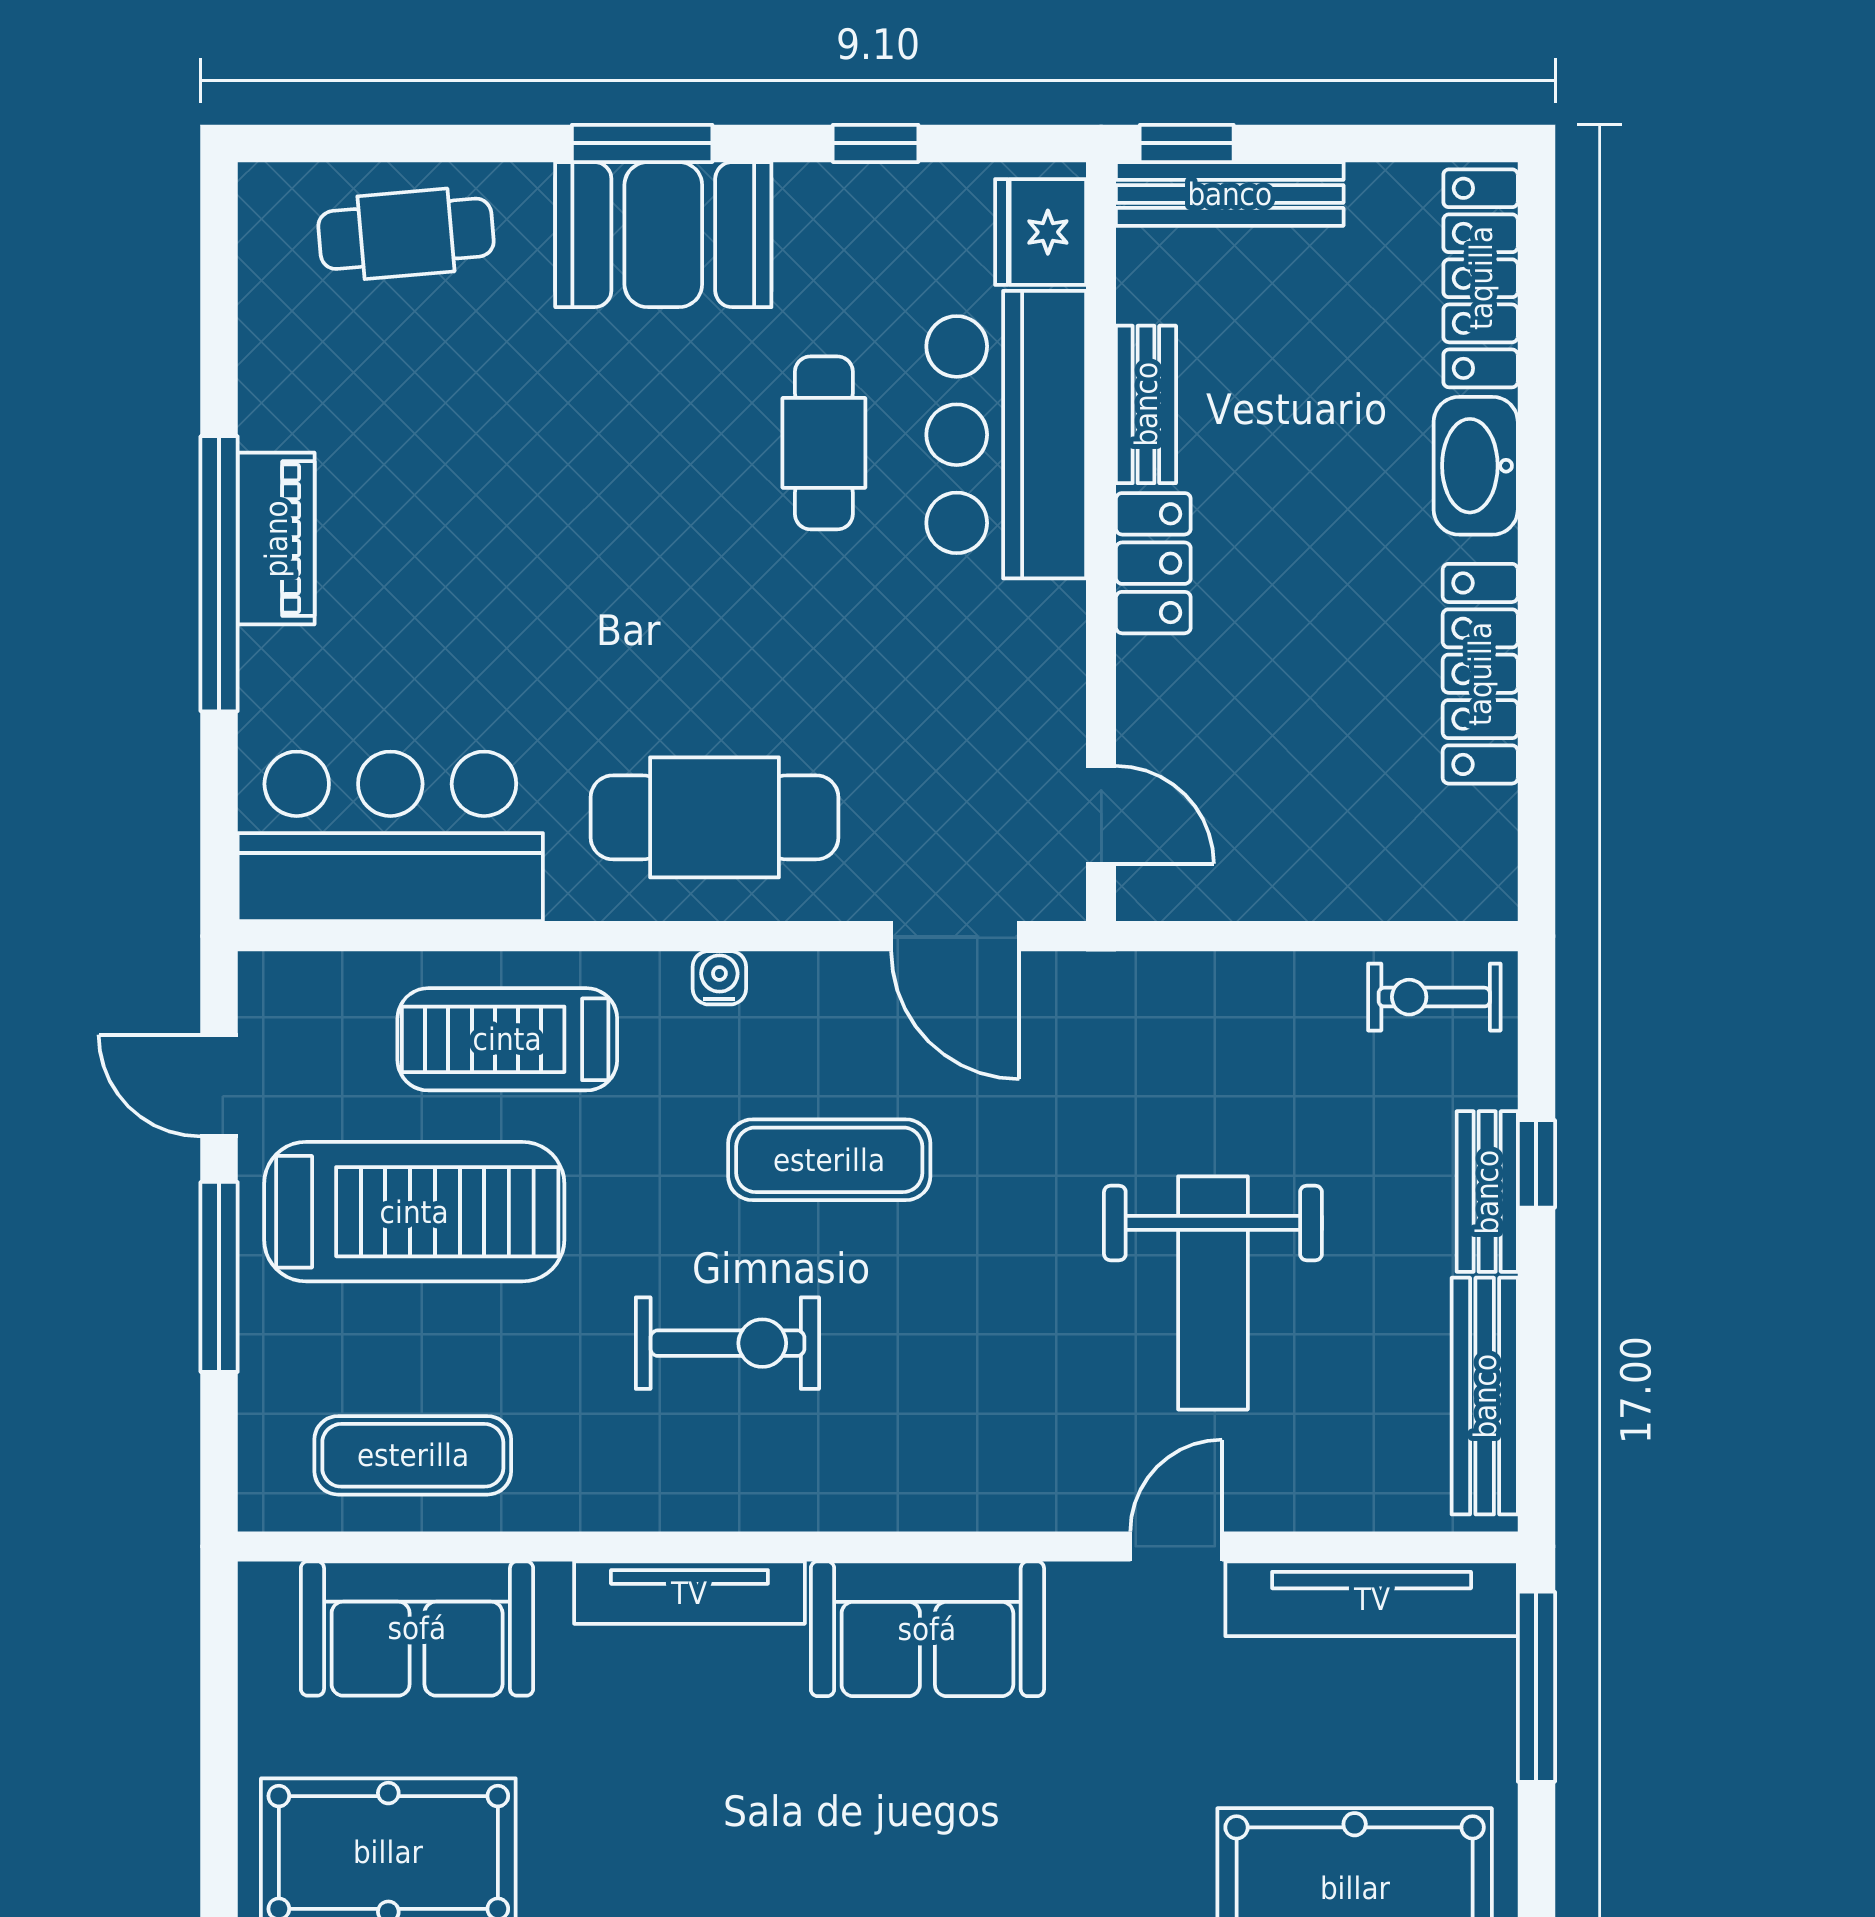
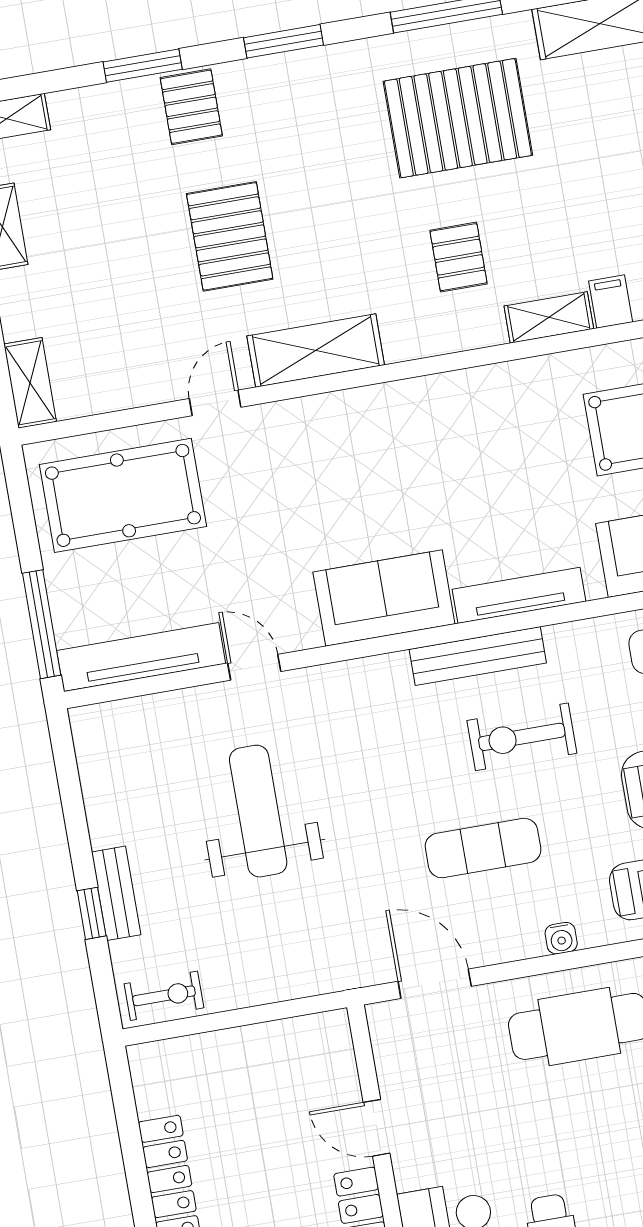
door: (1101, 815) -> (377, 1128), moved
bench: (1485, 1396) -> (478, 656), moved, turned 90
door: (1176, 1546) -> (254, 667), swing flipped

